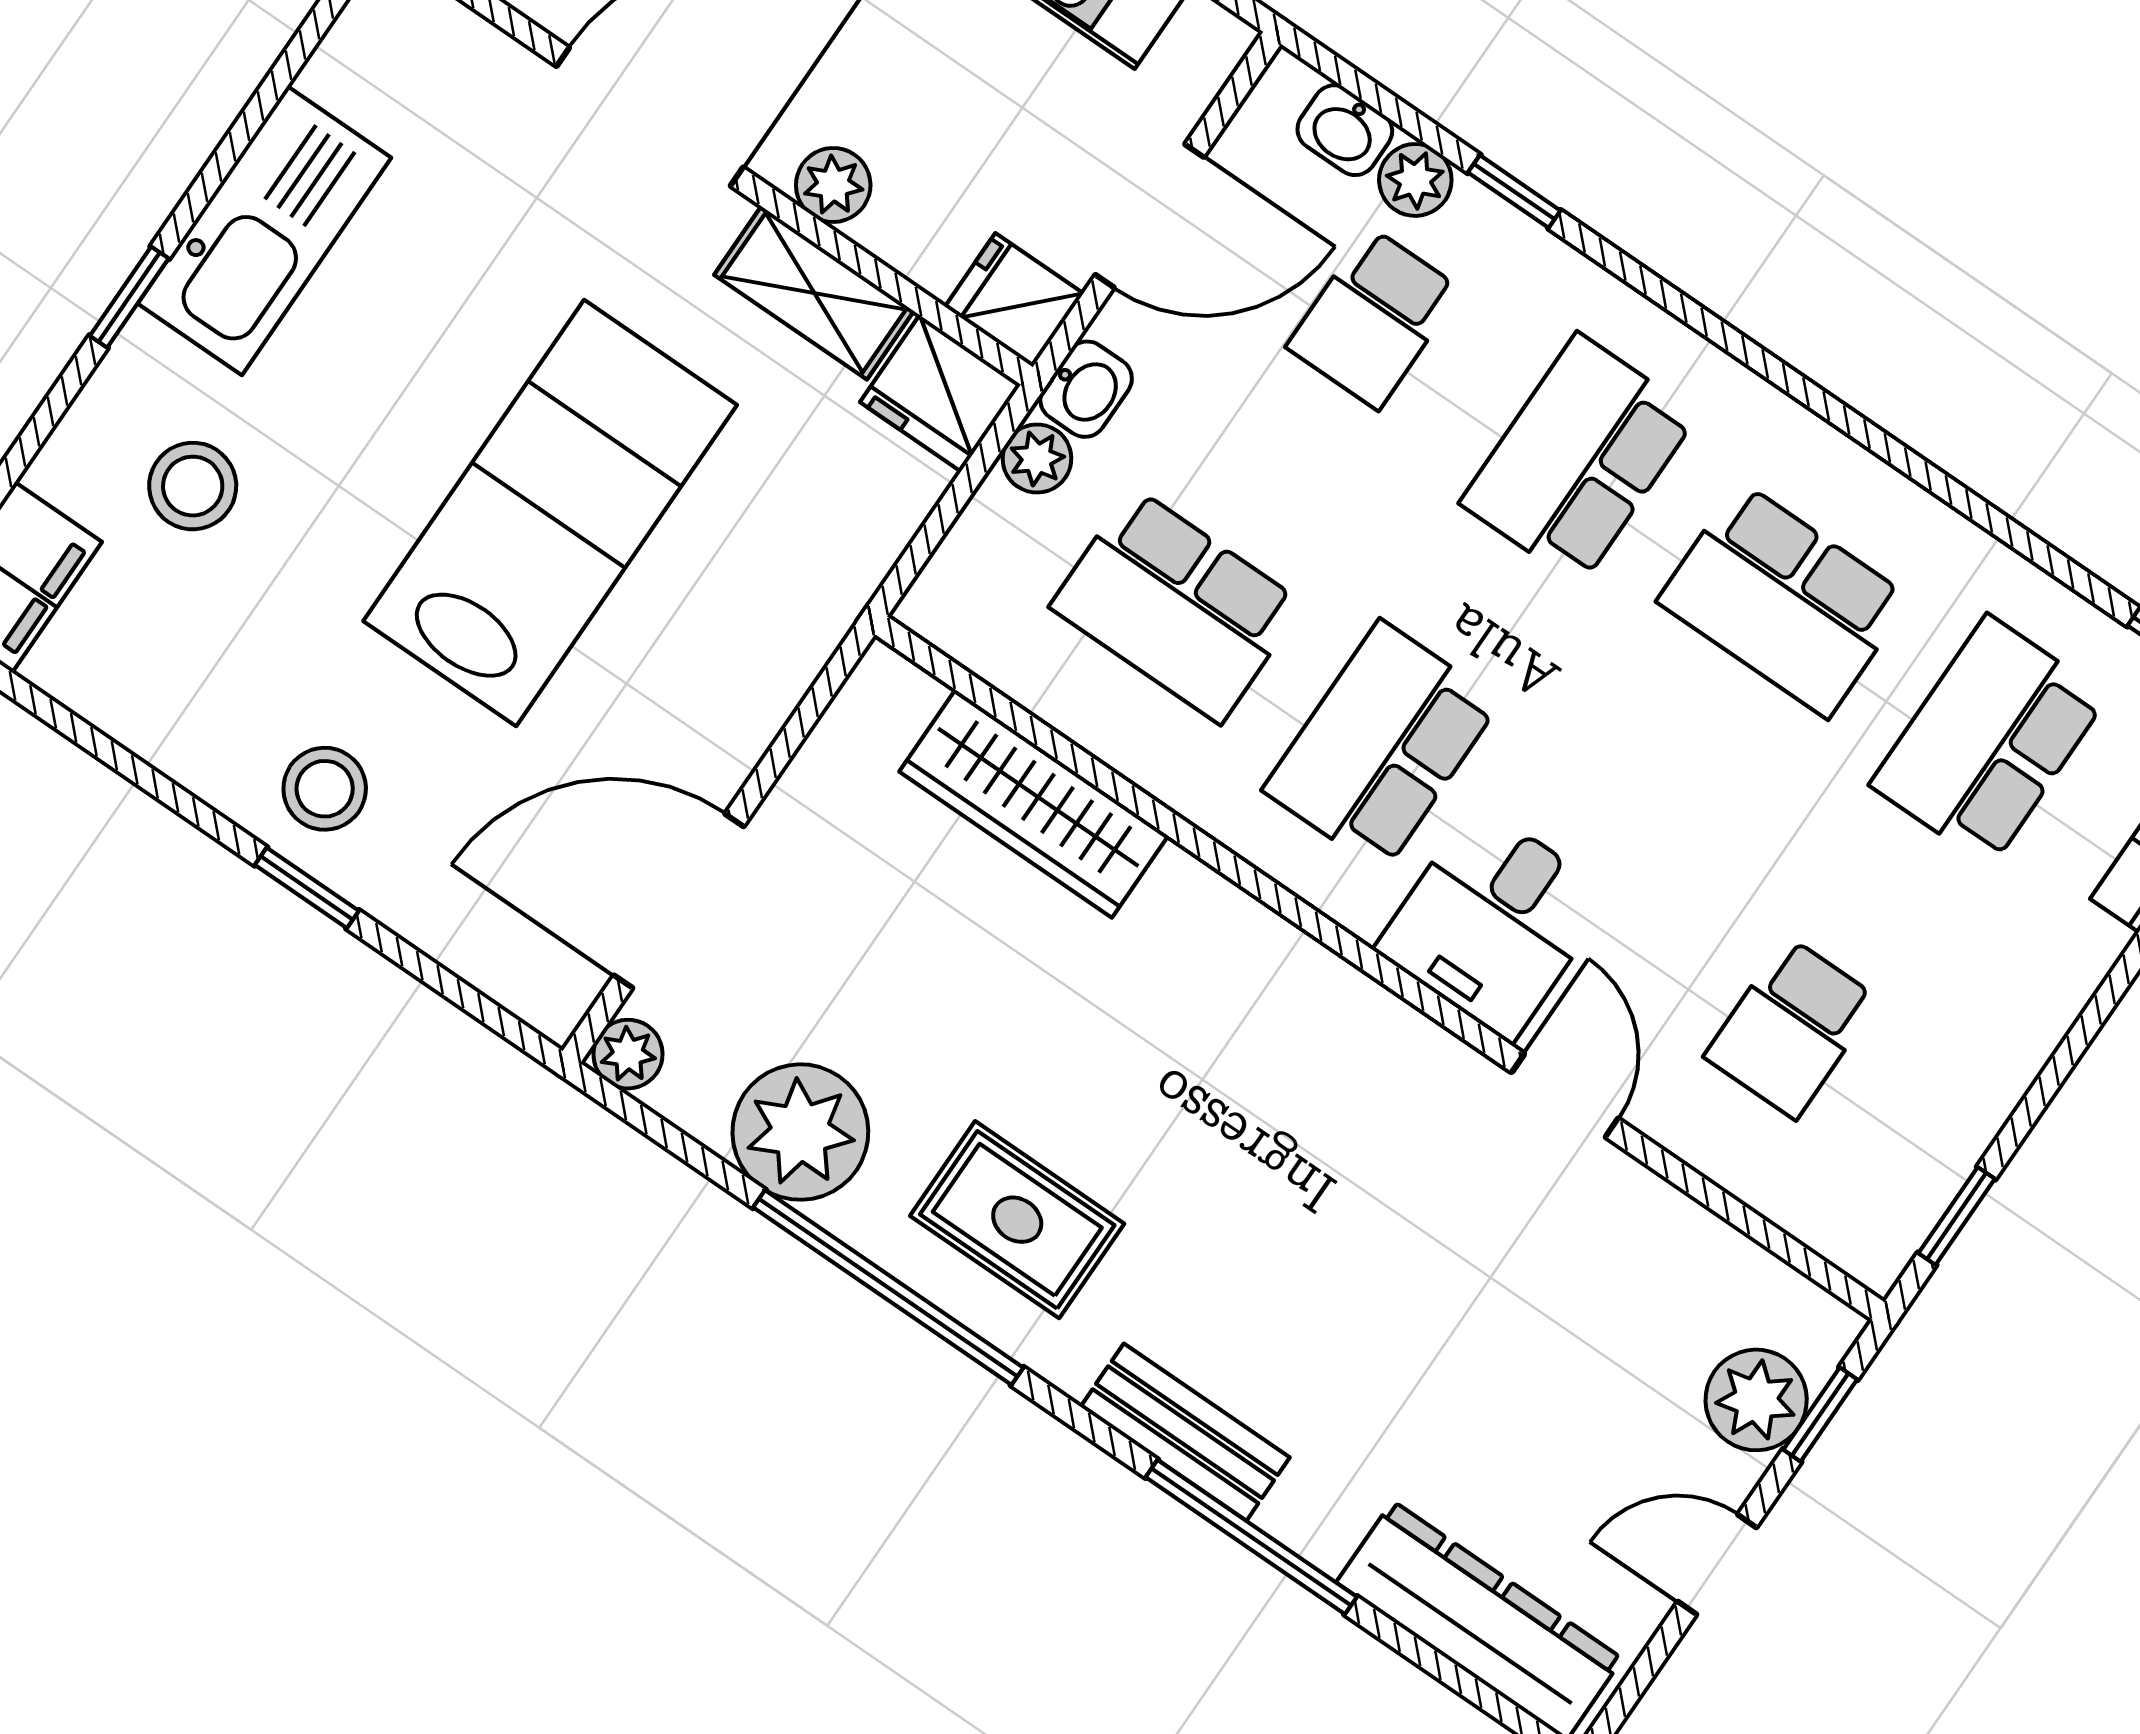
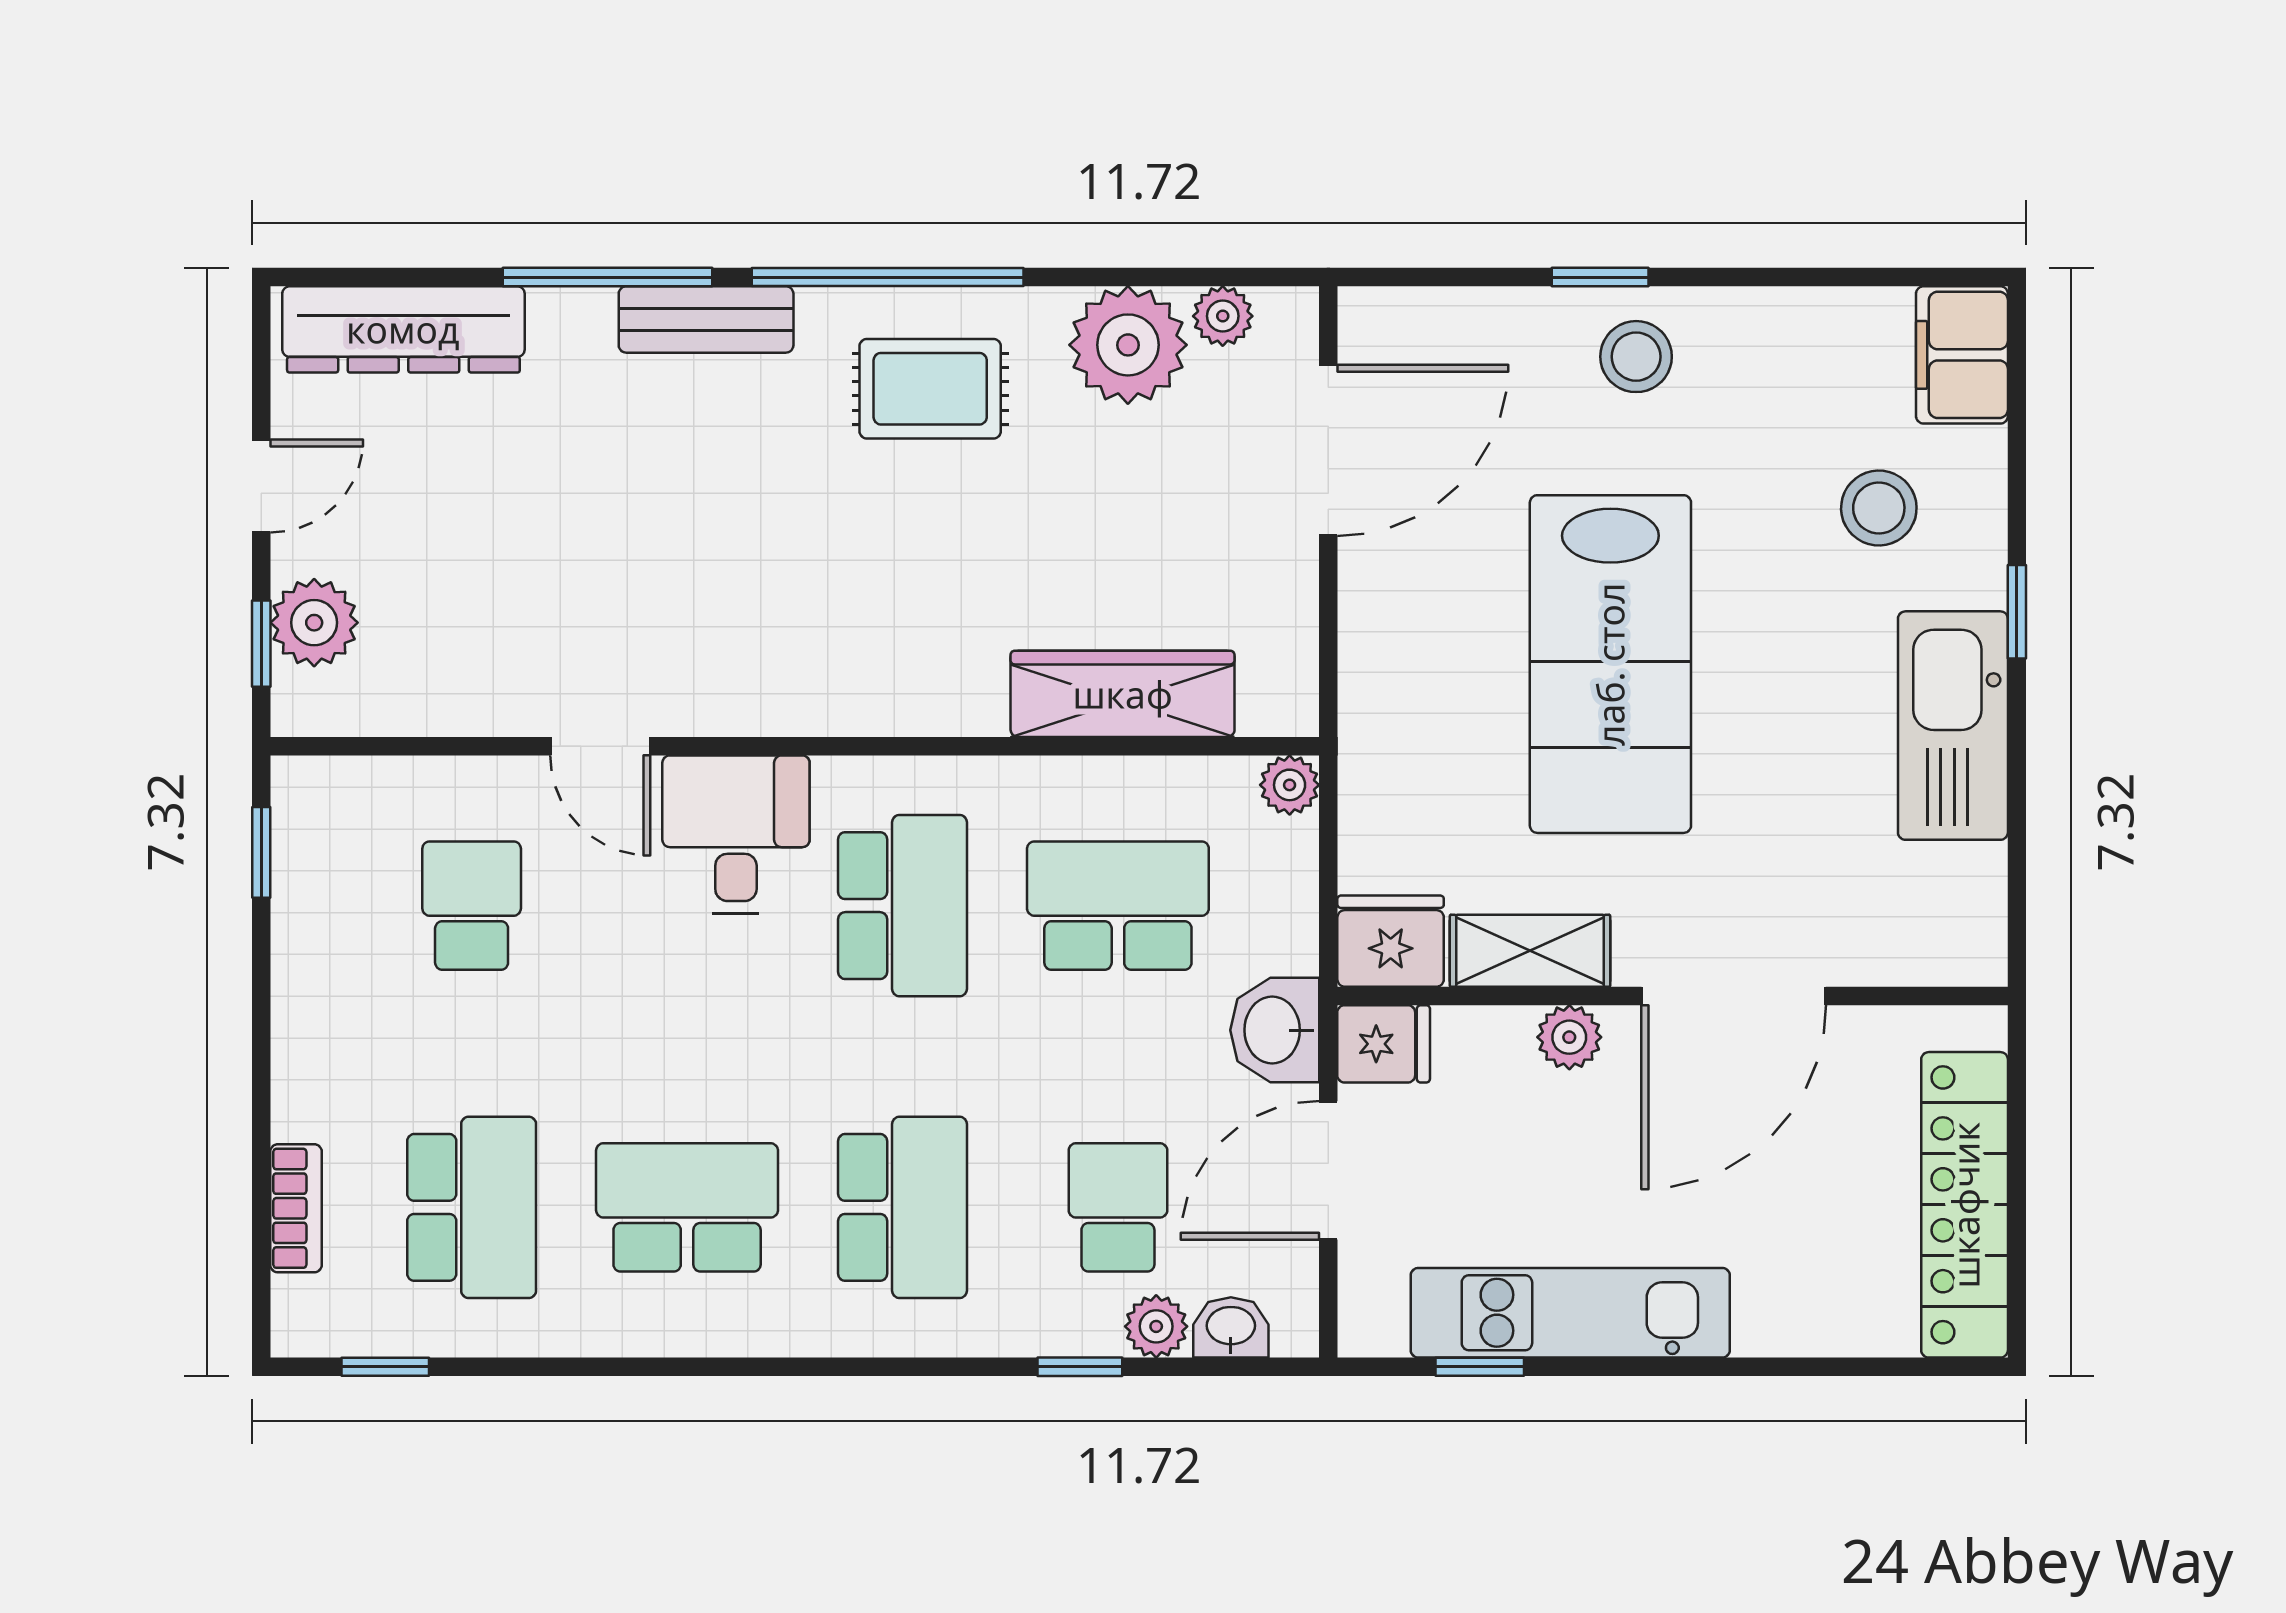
washbasin: (1086, 389) -> (1275, 1030), width x1.38, depth x1.45
plant: (1037, 459) -> (1290, 785), moved
plant: (628, 1054) -> (1223, 316), moved
window: (888, 1288) -> (888, 277), moved

